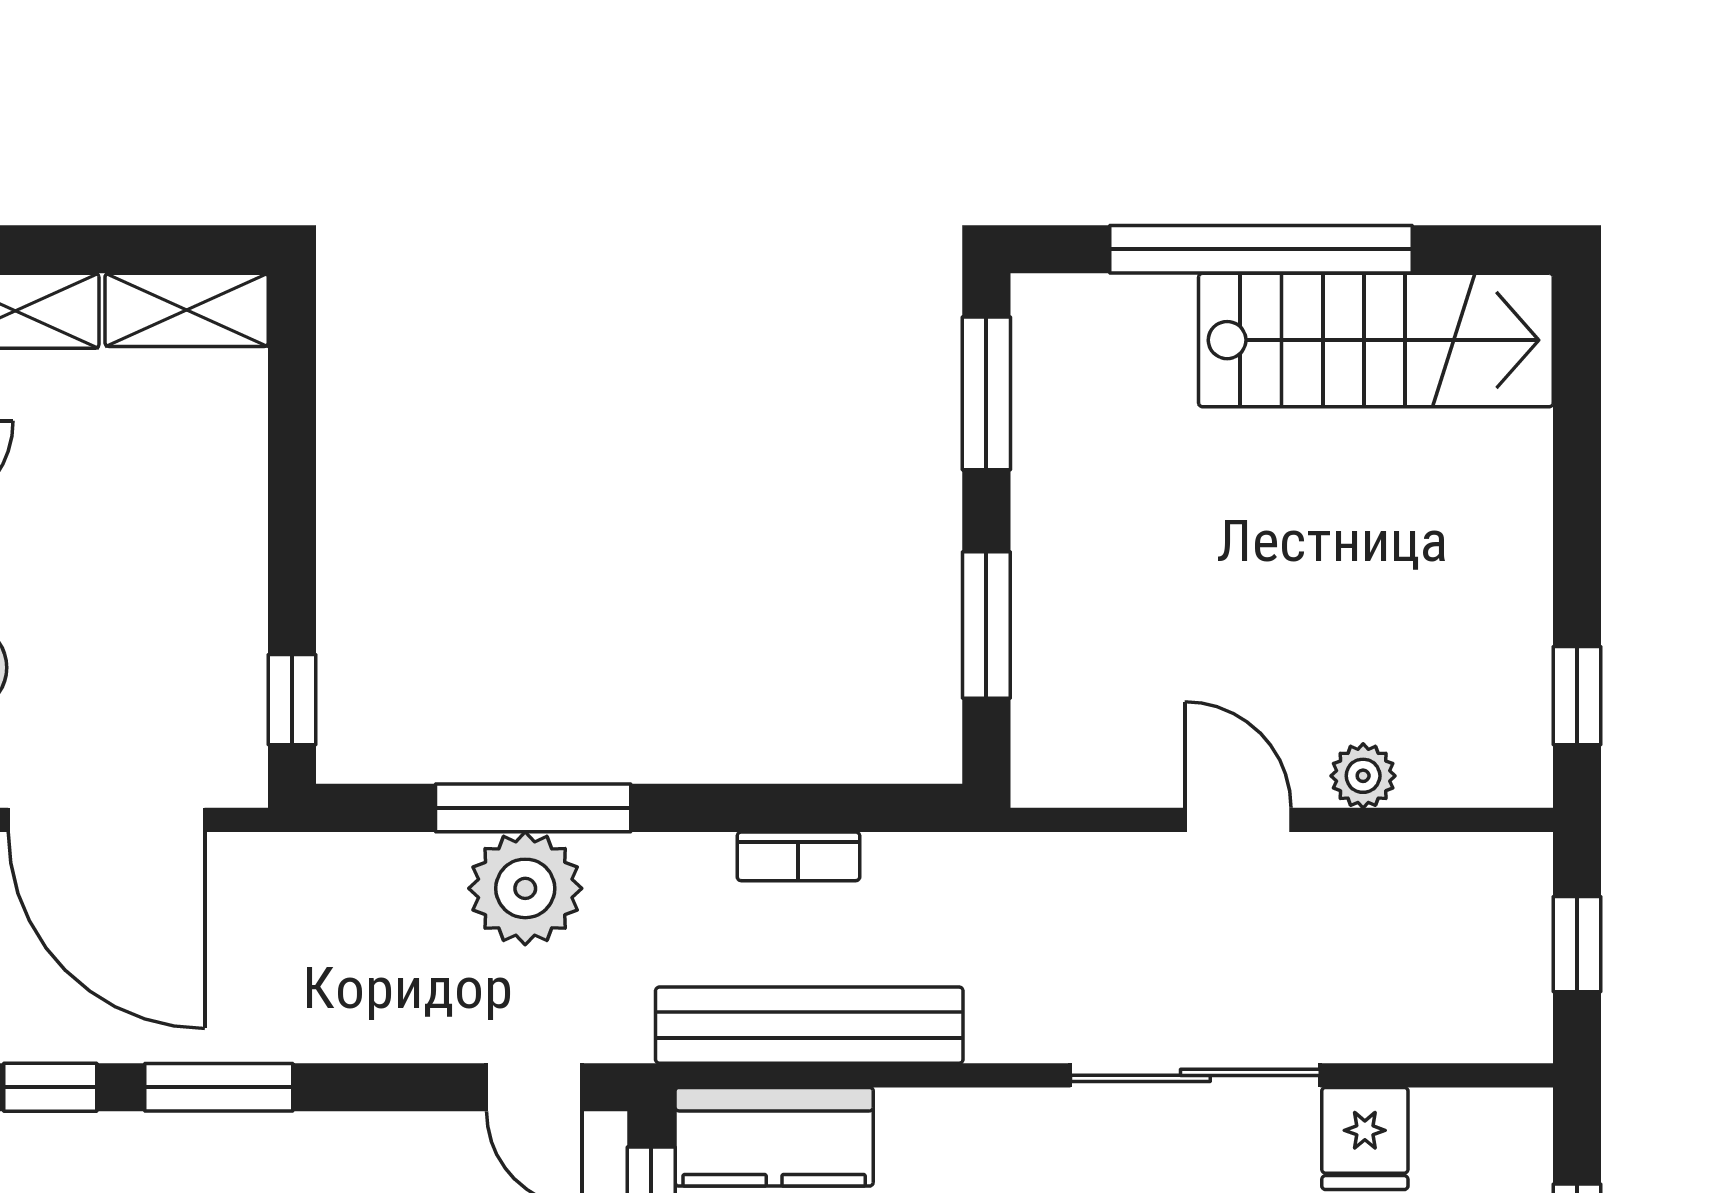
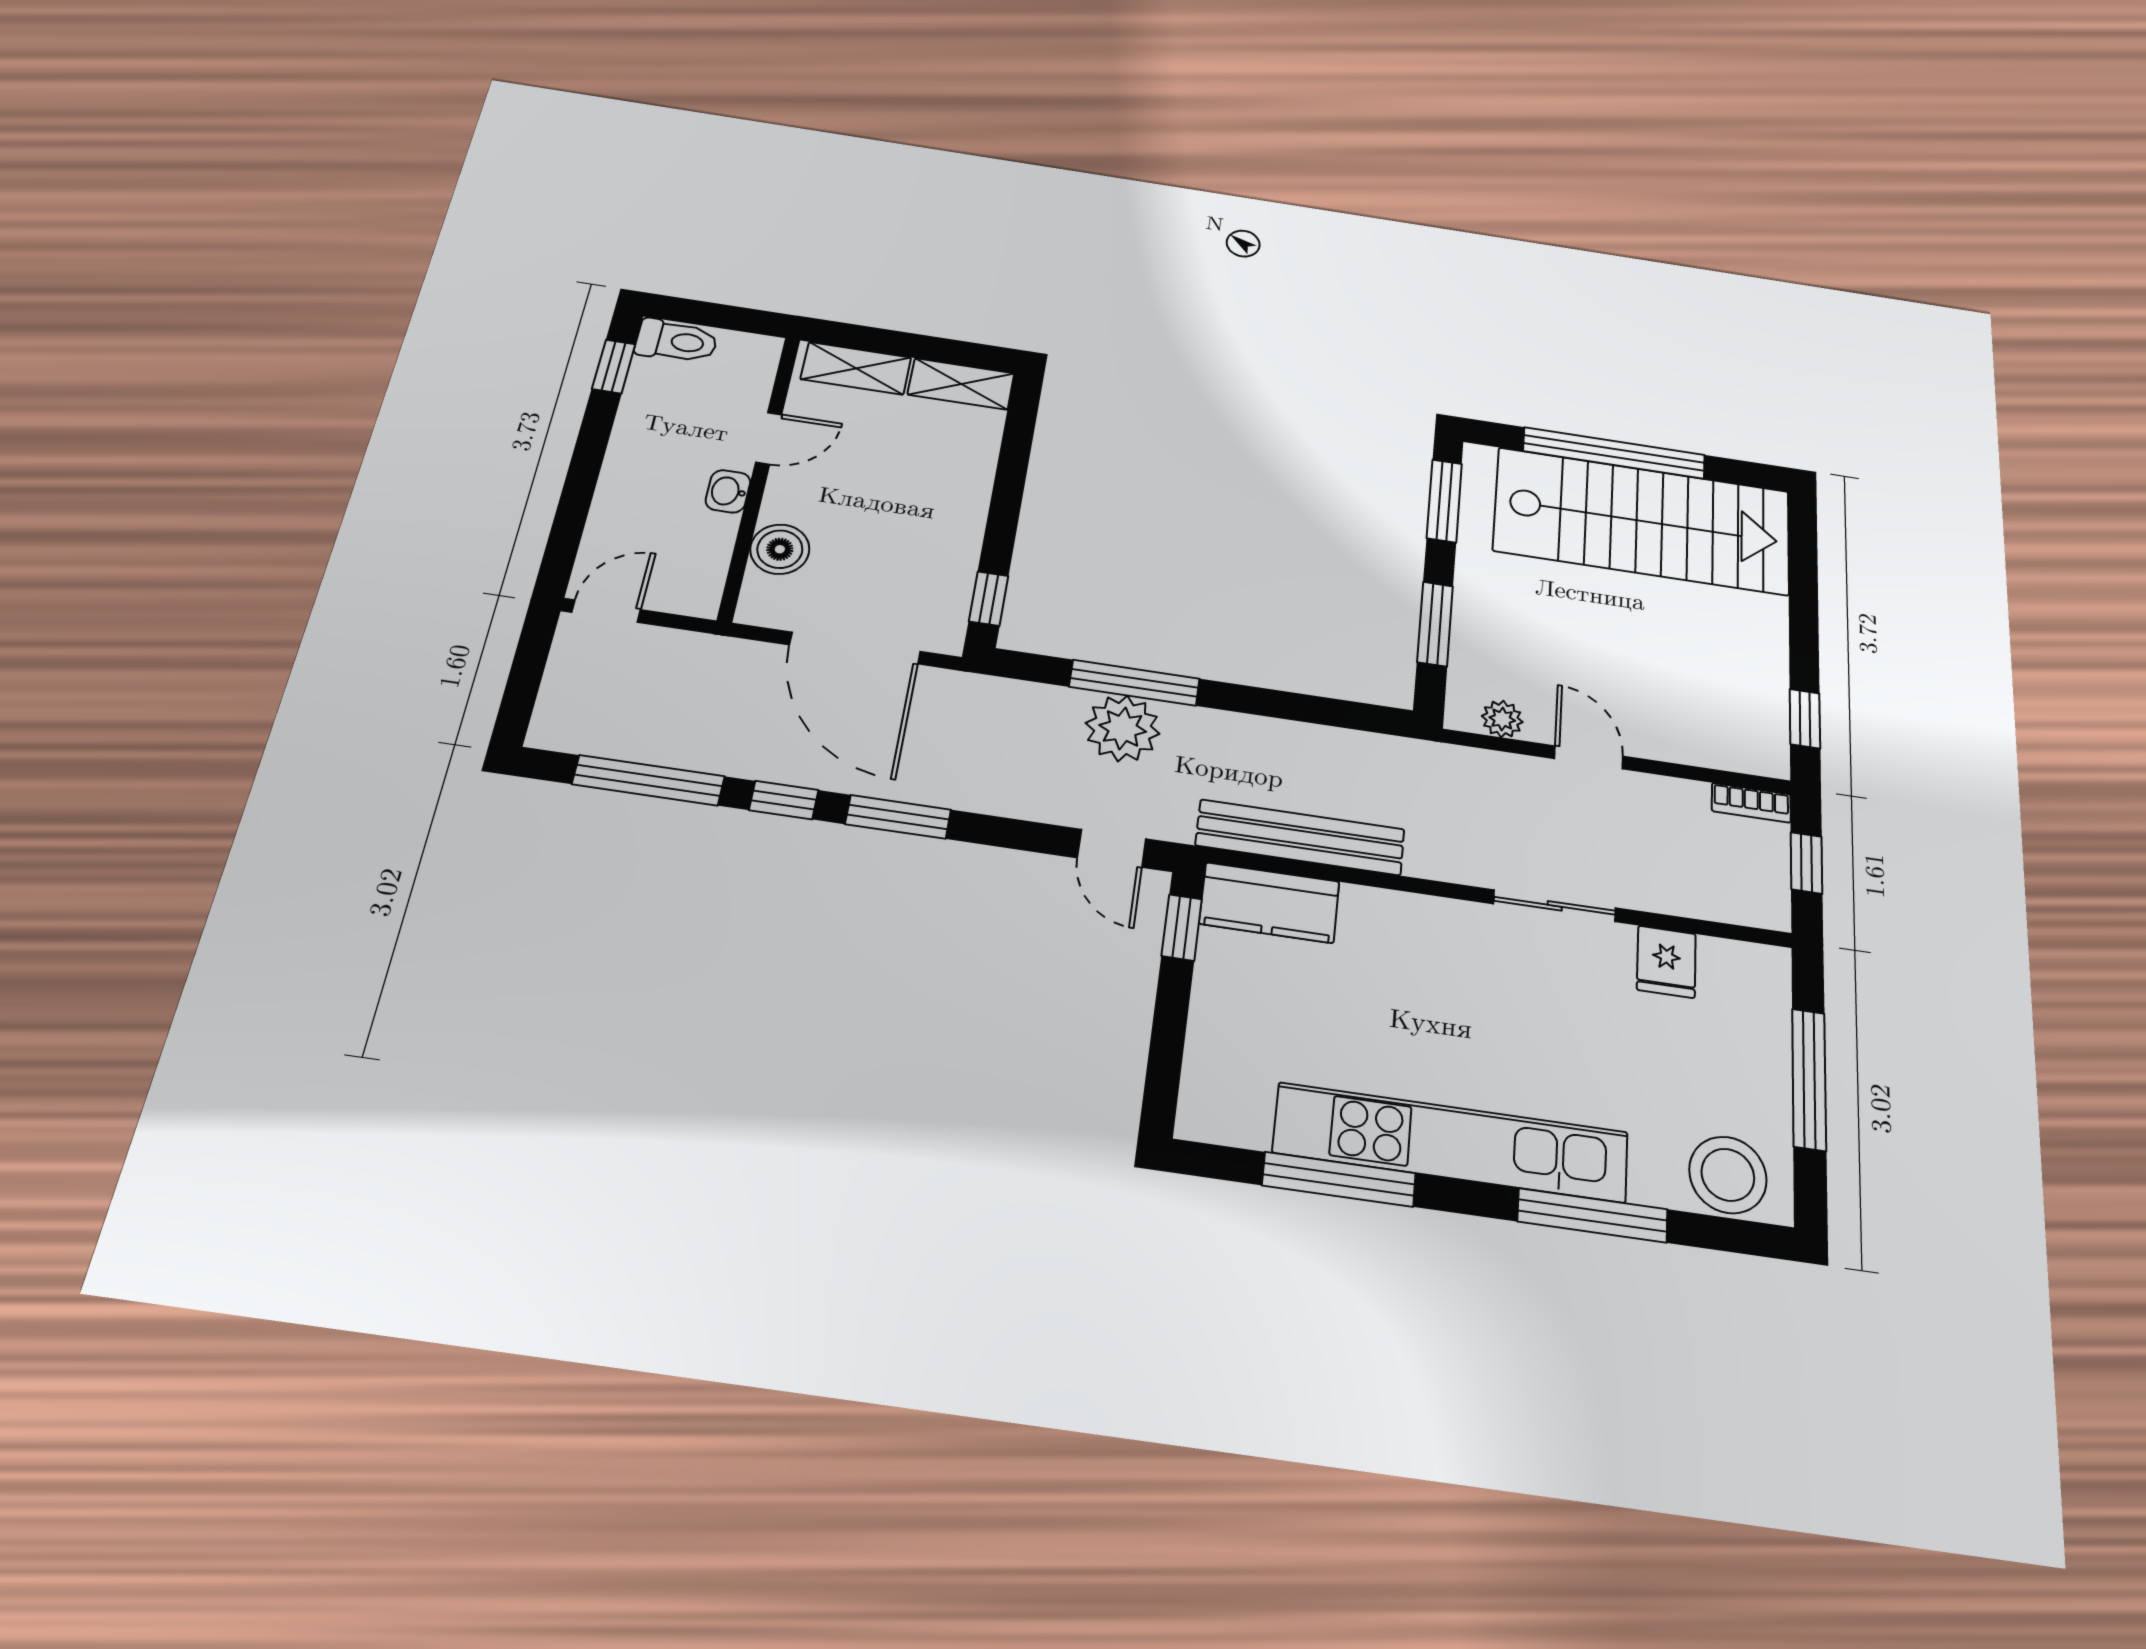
stairs: (1376, 340) -> (1642, 521), width x1.36, depth x1.51
plant: (1363, 776) -> (1502, 719), moved
bookcase: (798, 856) -> (1751, 803), moved
sliding door: (1195, 1075) -> (1555, 906), width x0.73

